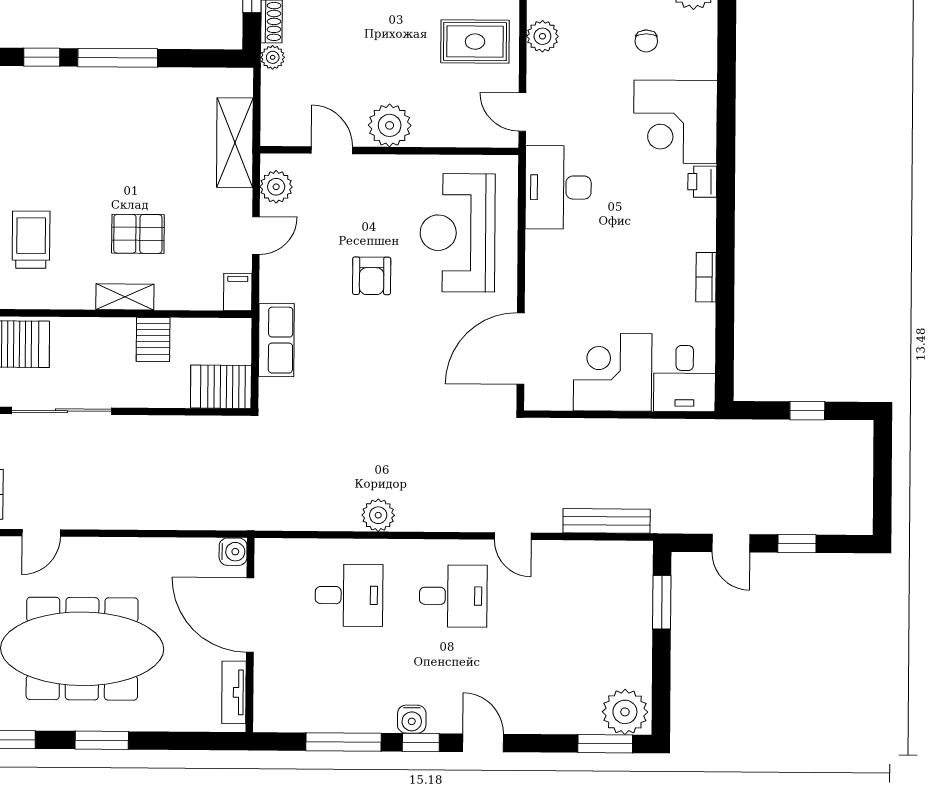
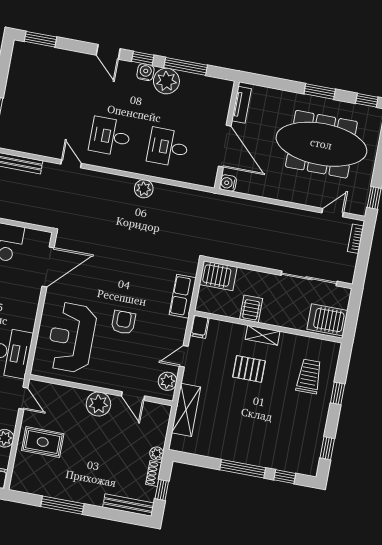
reception desk: (458, 233) -> (71, 338), turned 180
trolley: (31, 240) -> (309, 376), turned 180
plant: (625, 712) -> (166, 81), moved

